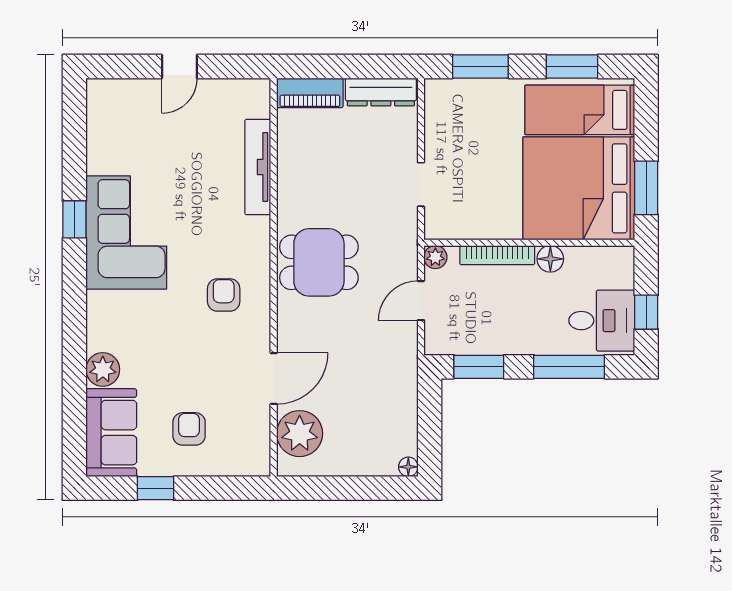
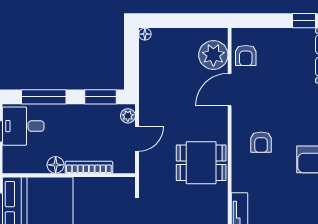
plant: (435, 257) -> (128, 116), moved
armchair: (189, 429) -> (246, 55), moved

